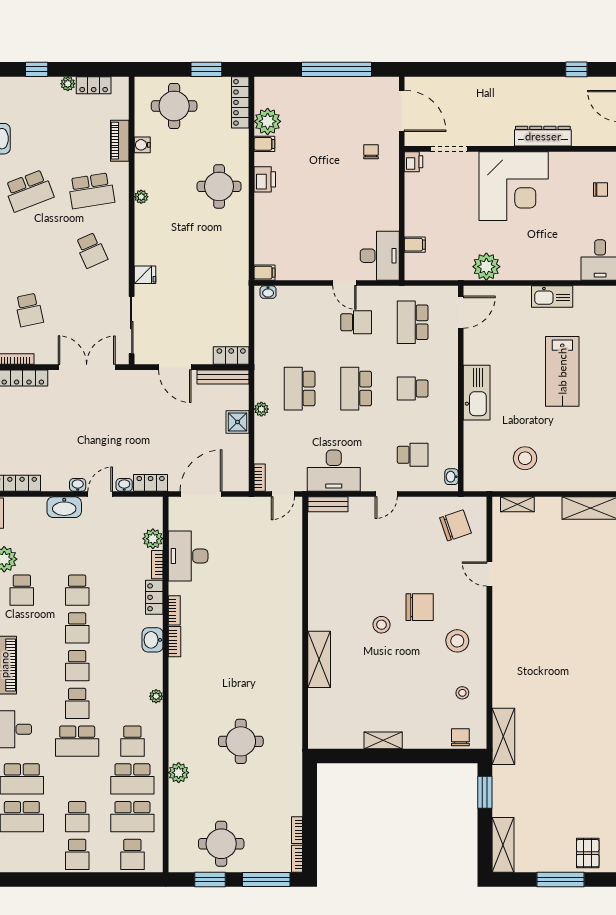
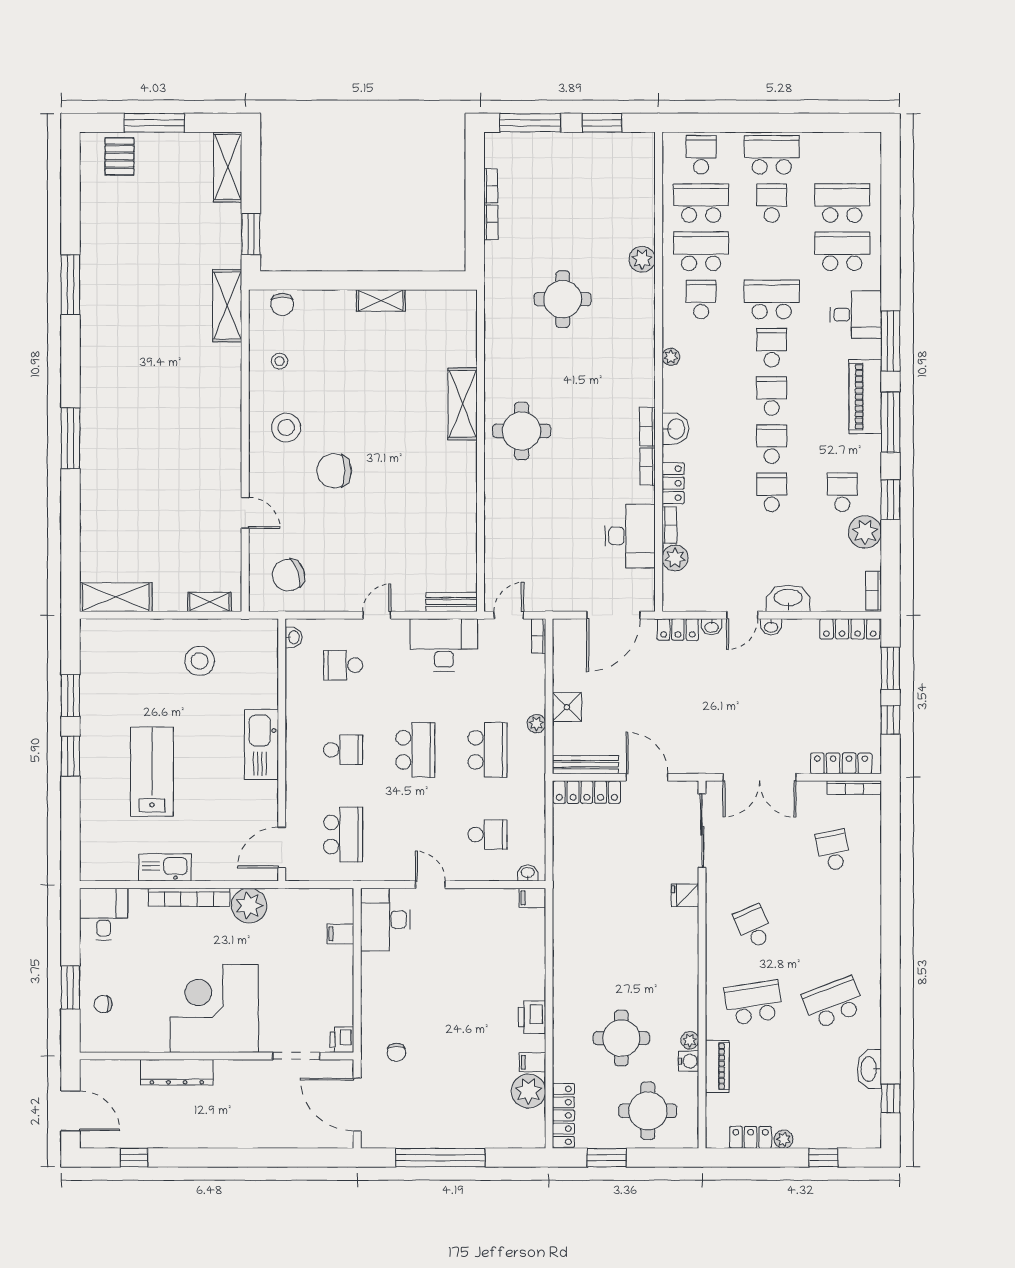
round table: (219, 186) -> (621, 1038), moved
plant: (141, 197) -> (690, 1040), moved
bookcase: (533, 273) -> (189, 897), added
school desk: (356, 322) -> (488, 835), moved, turned 180
locker: (231, 355) -> (587, 792), width x1.53
stool: (382, 625) -> (383, 448), removed
round table: (221, 844) -> (522, 431), moved
school desk: (77, 854) -> (772, 155), width x1.85
bookcase: (297, 859) -> (491, 222), moved

